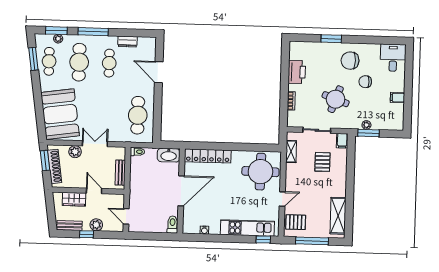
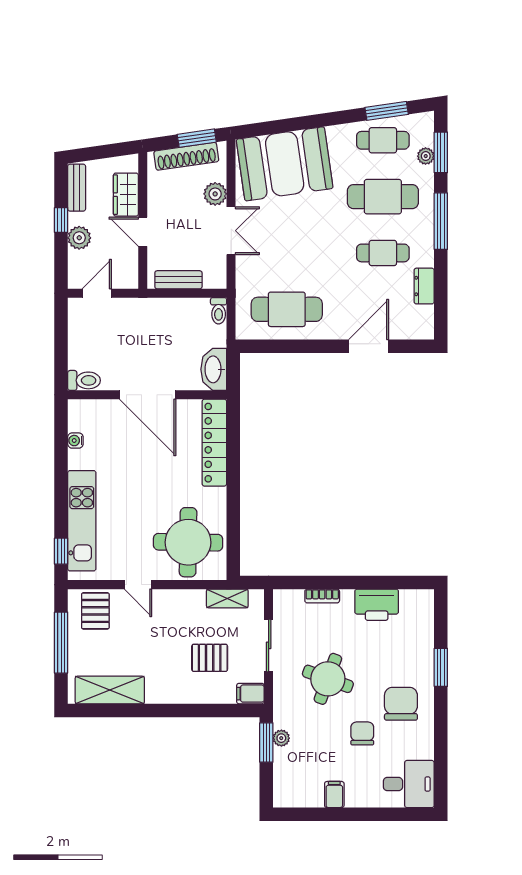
door: (94, 191) -> (143, 232), swing flipped

